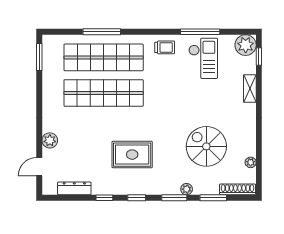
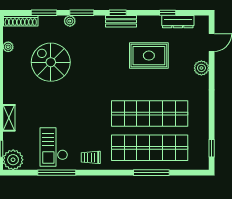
window: (39, 57) -> (212, 148), width x0.67
spiral stairs: (206, 146) -> (51, 62), turned 180
rug: (132, 155) -> (149, 56), moved
bench: (133, 189) -> (121, 21), added
window: (104, 198) -> (168, 13), moved

